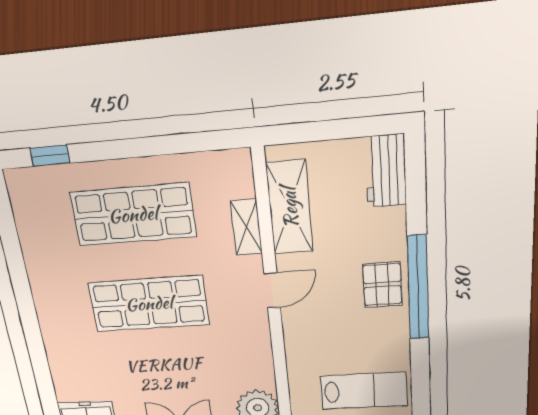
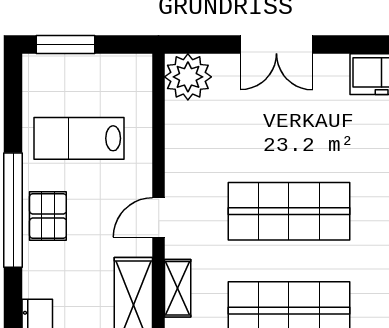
lab bench: (364, 391) -> (79, 138), moved

